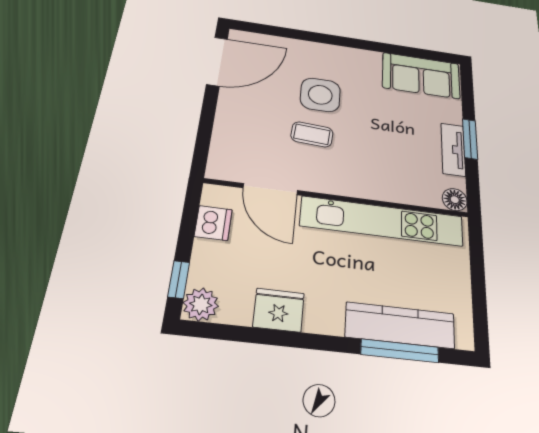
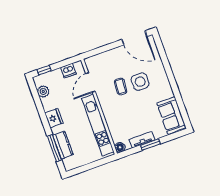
plant: (201, 304) -> (43, 91), moved
fridge: (279, 310) -> (54, 118), moved
kitchen counter: (400, 325) -> (63, 145), width x0.67

